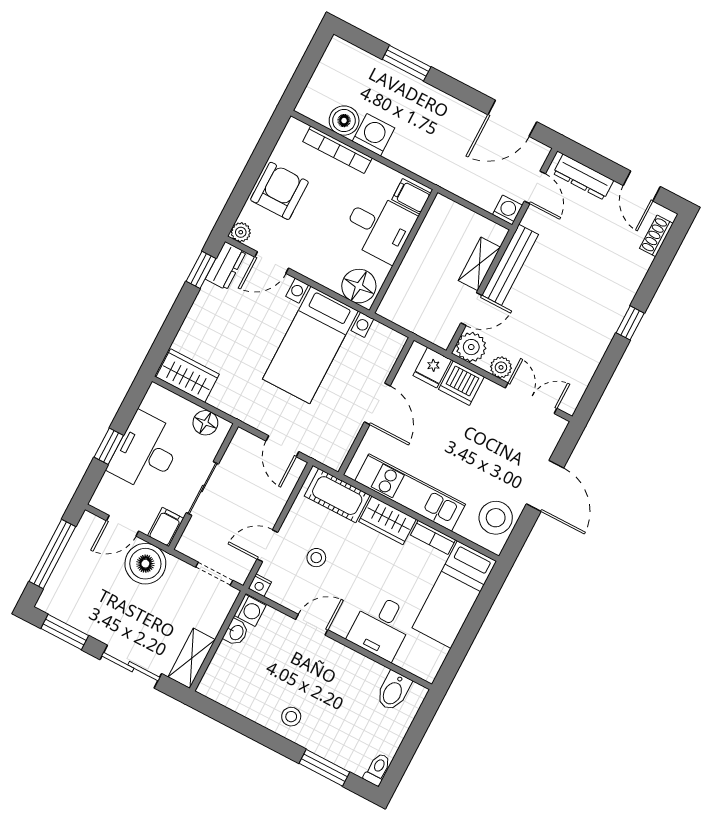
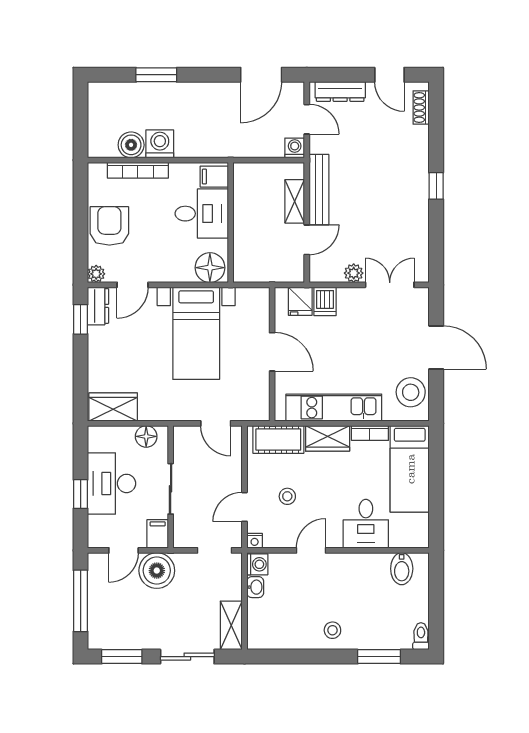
plant: (471, 347) -> (322, 269), removed
dishwasher: (461, 383) -> (325, 301), width x0.73

